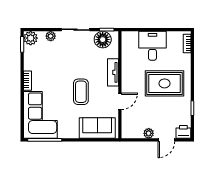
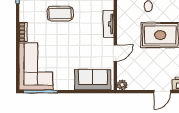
coffee table: (81, 92) -> (60, 13), moved, turned 90
plant: (149, 133) -> (122, 85), moved

